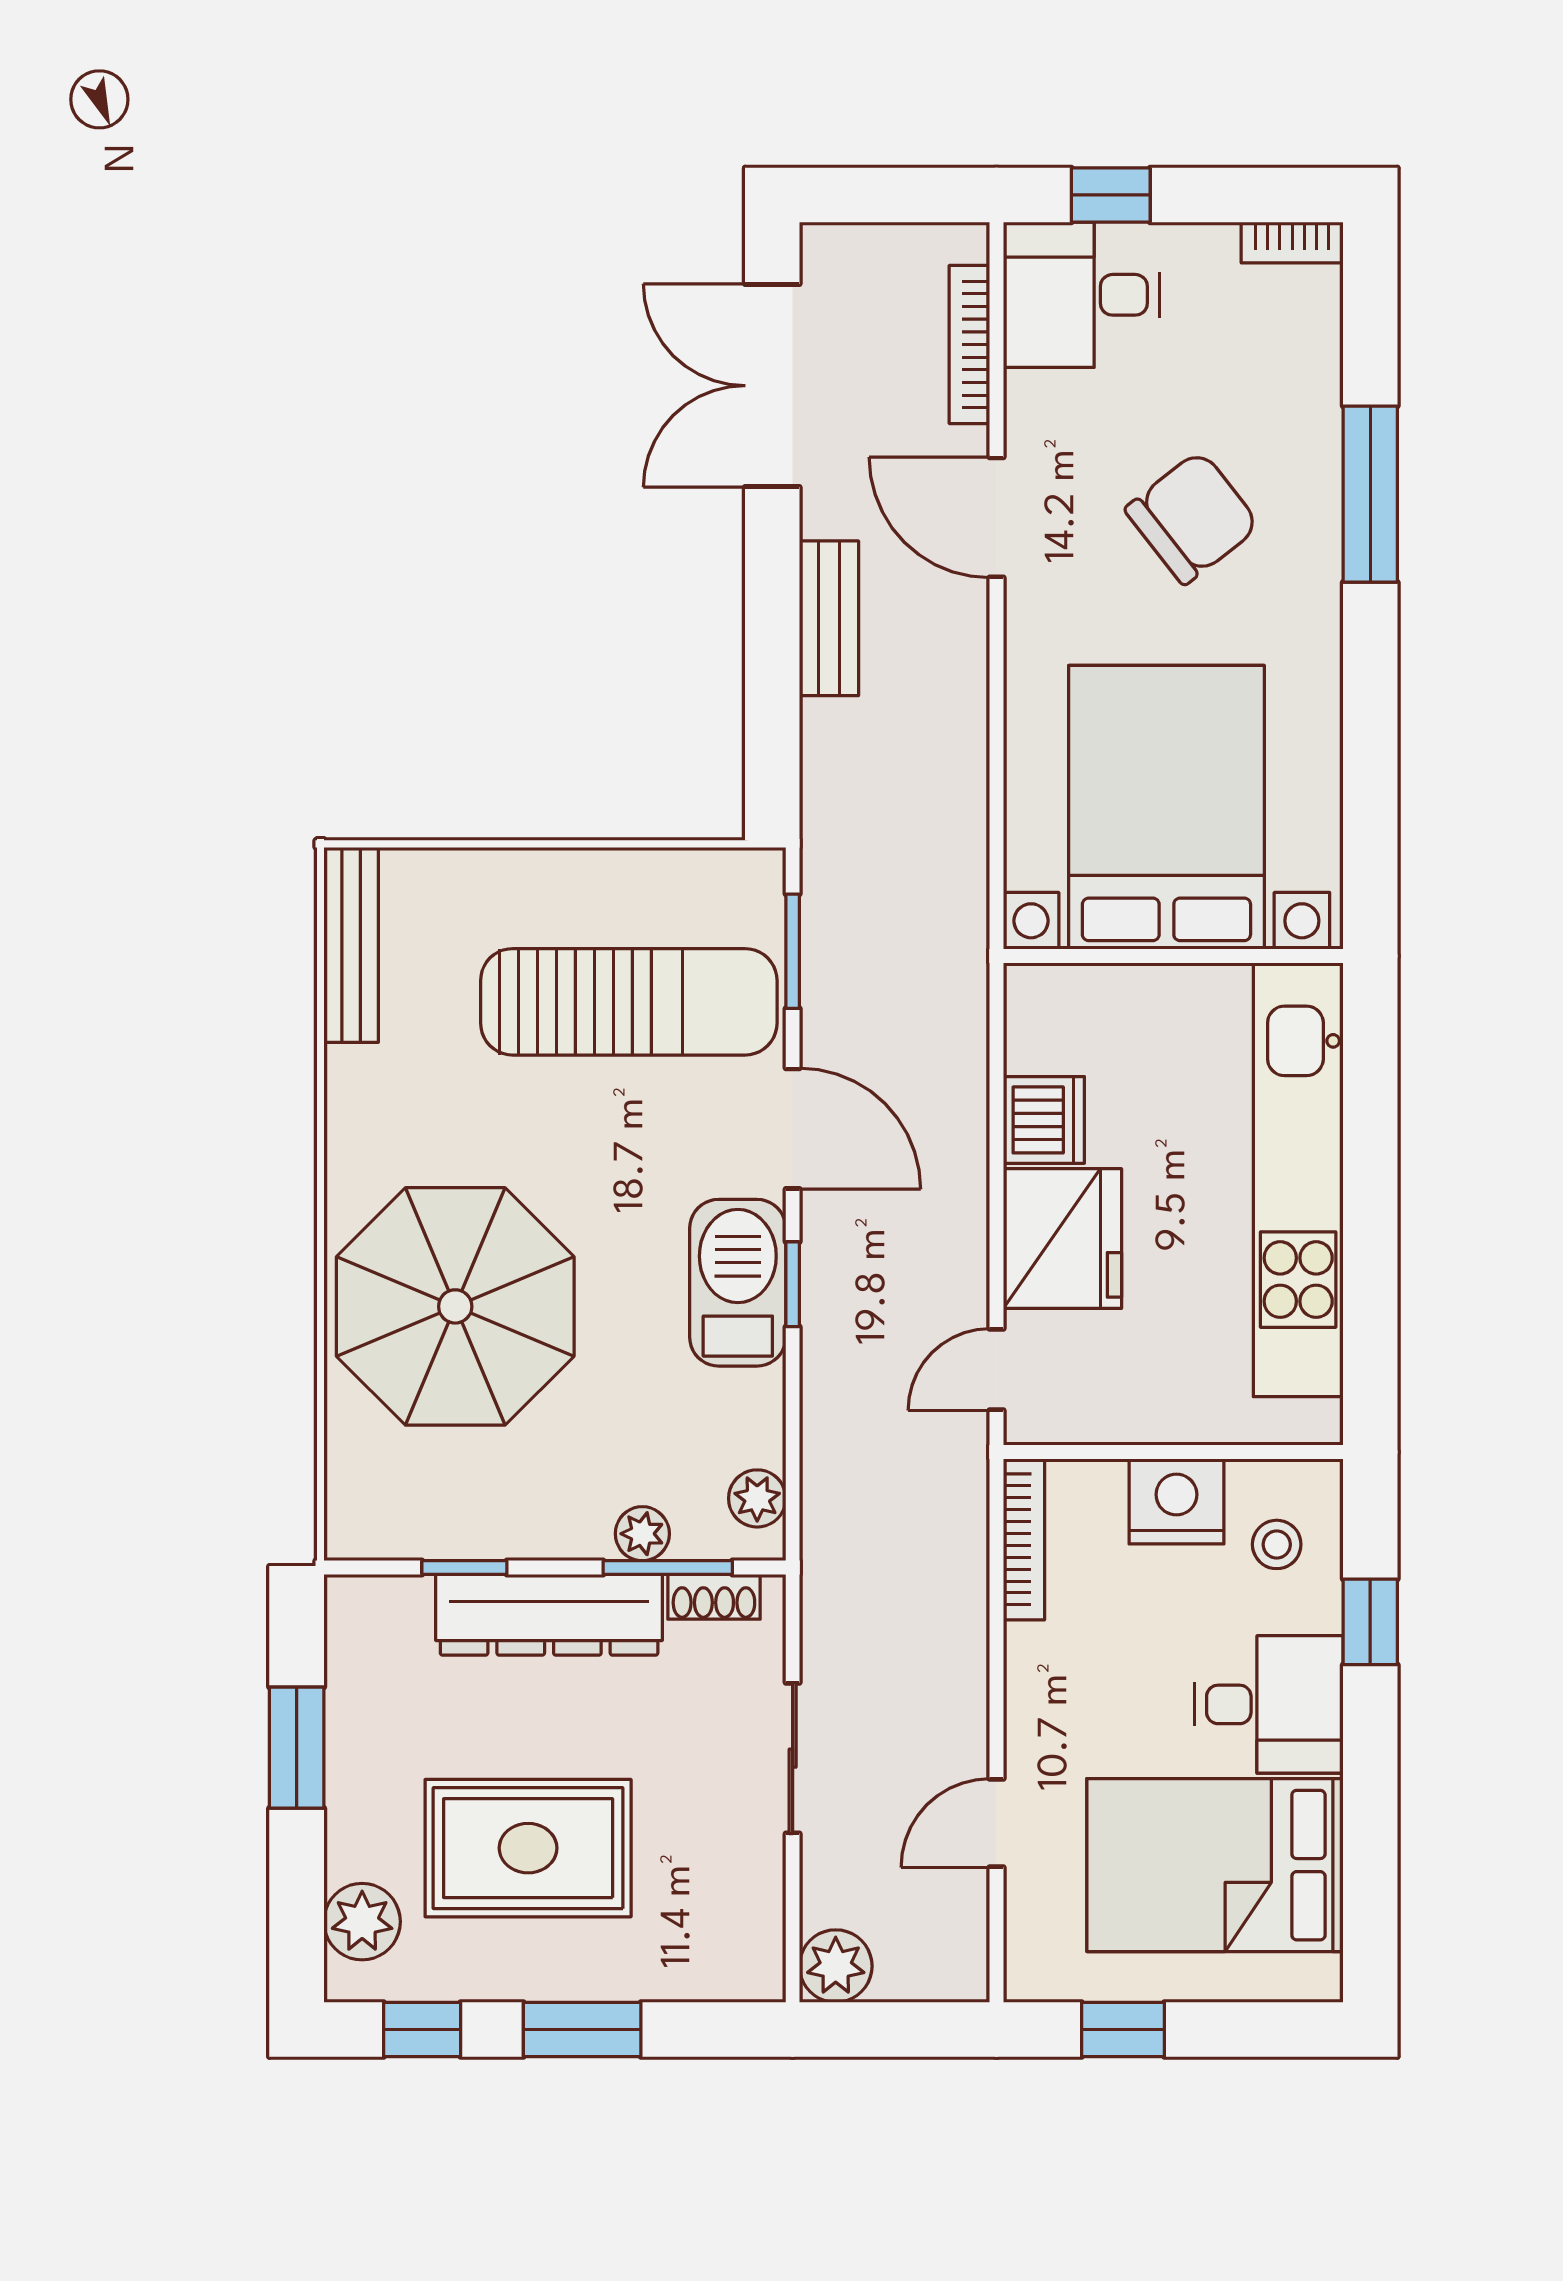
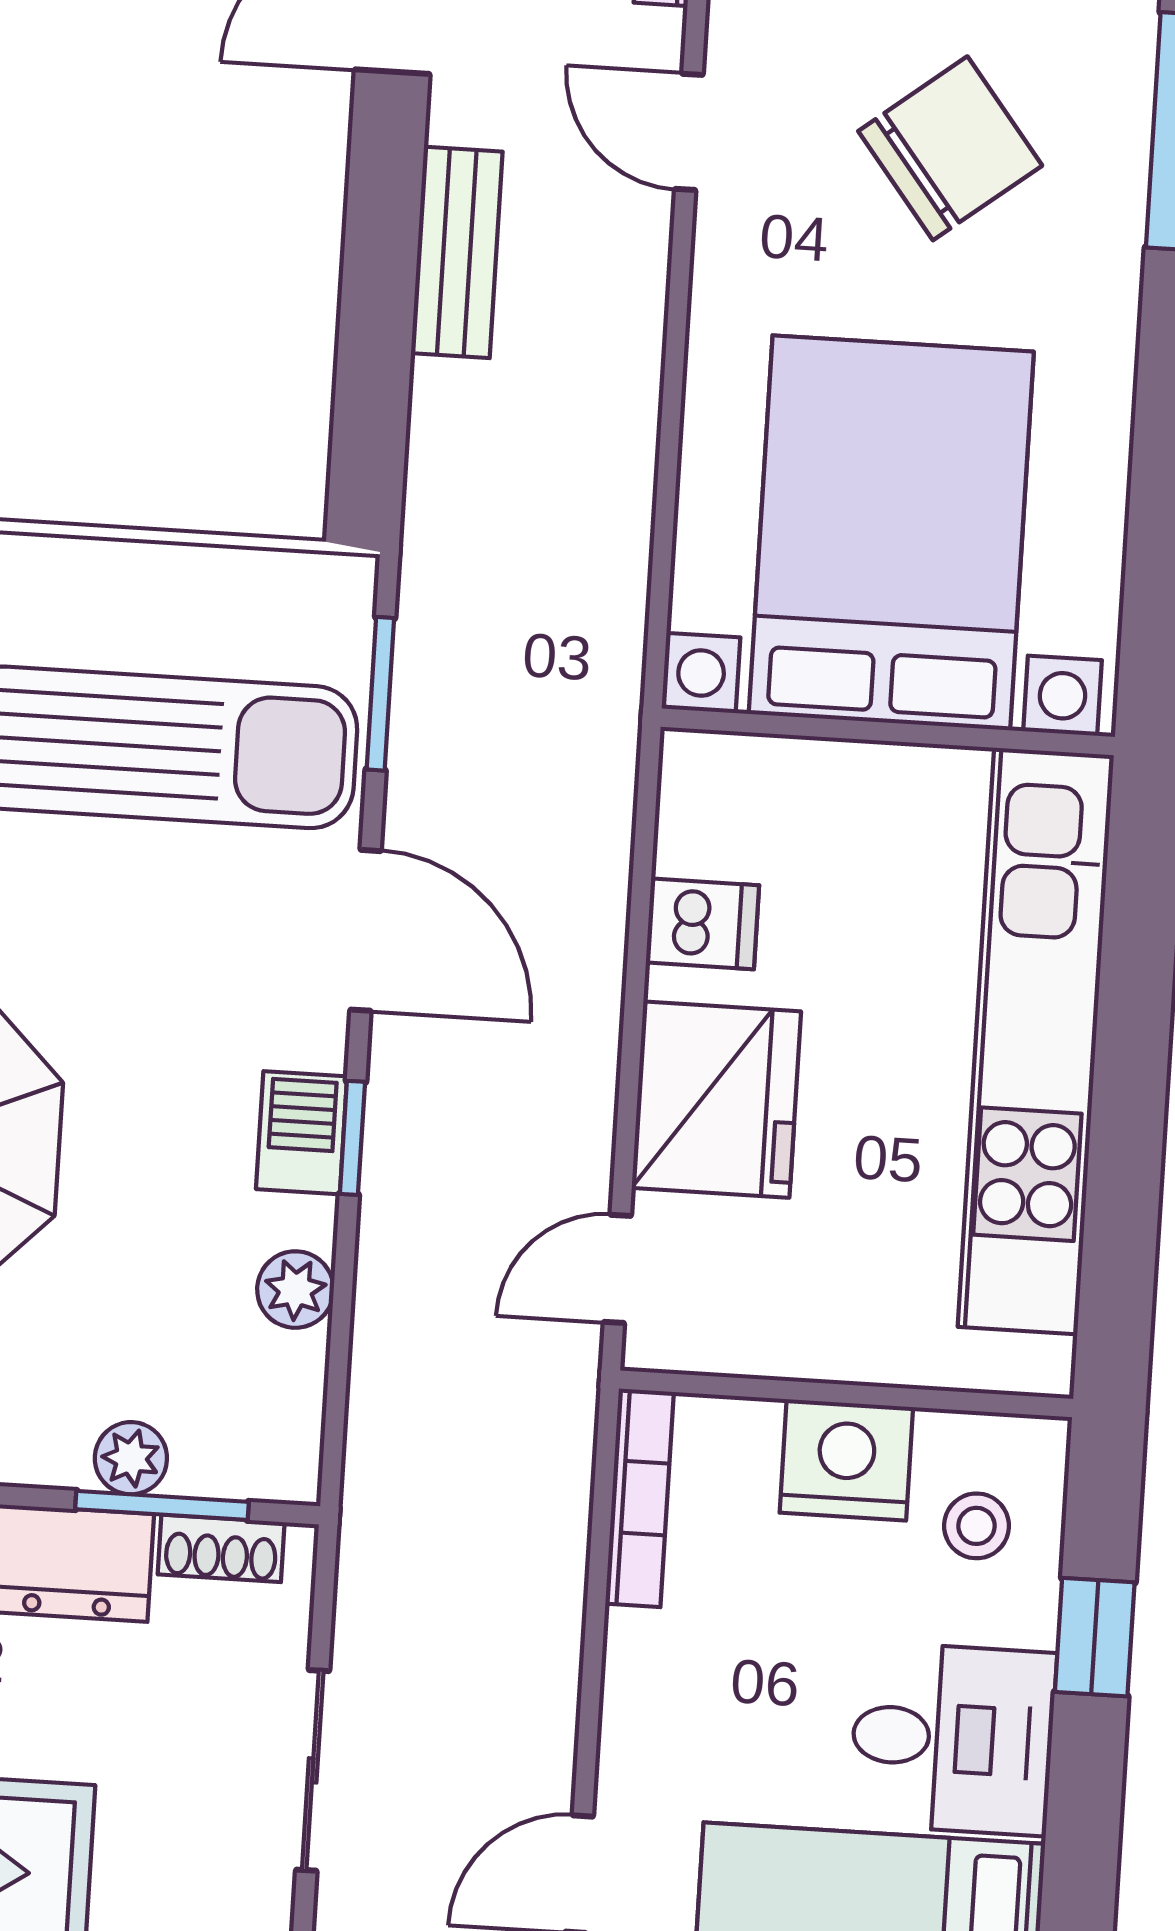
door: (996, 517) -> (689, 132), width x0.73
dishwasher: (1044, 1120) -> (702, 924), width x0.73
barbecue: (738, 1283) -> (302, 1133), width x0.53, depth x0.65
plant: (757, 1498) -> (295, 1290), moved

